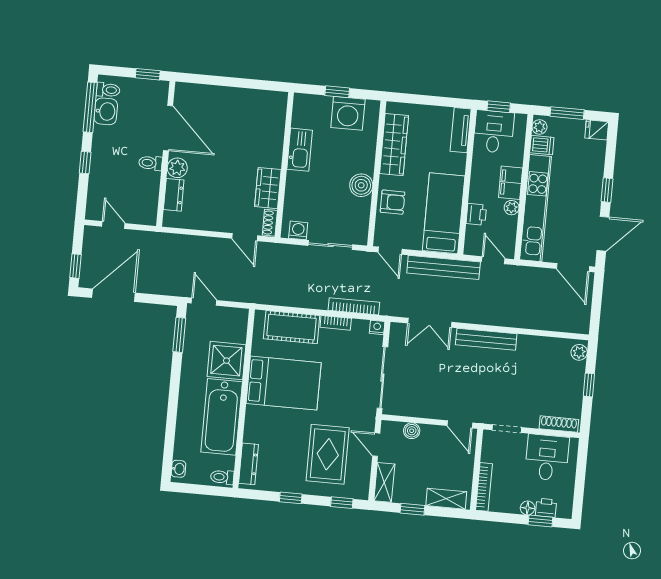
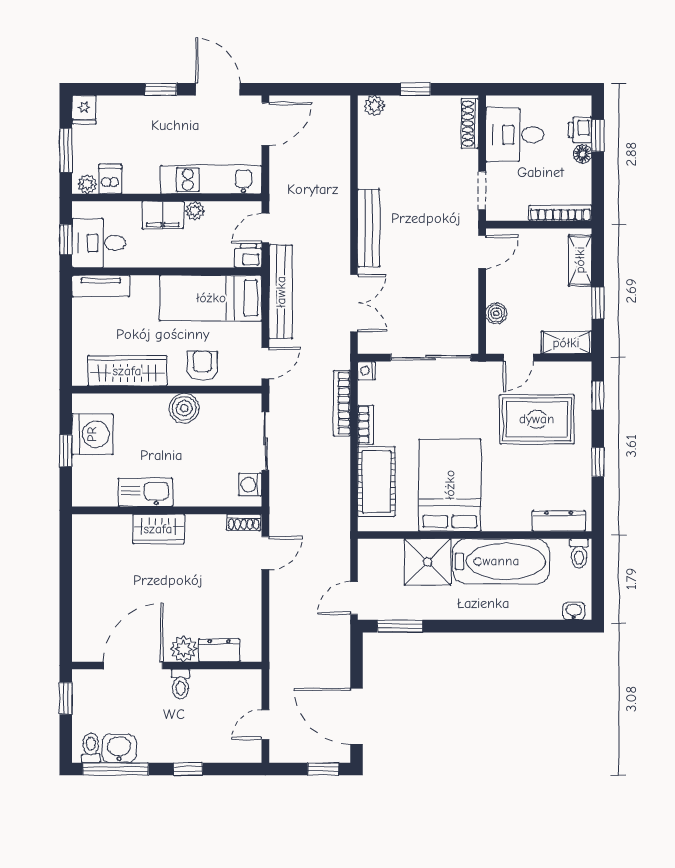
wardrobe: (268, 188) -> (158, 529), moved
kitchen unit: (536, 208) -> (211, 180), width x0.73
printer: (476, 214) -> (248, 256), moved

